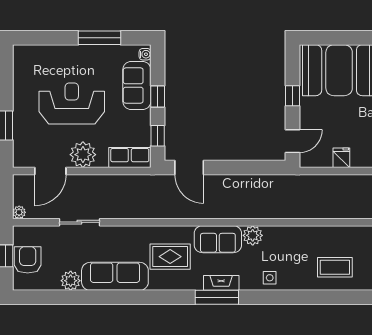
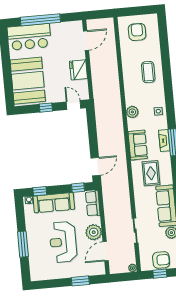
window: (100, 38) -> (23, 244), moved
sofa: (137, 86) -> (54, 203), width x1.36
window: (158, 96) -> (40, 191), moved
fridge: (341, 158) -> (78, 70), width x1.88, depth x1.34
door: (50, 171) -> (106, 251), swing flipped
plant: (253, 235) -> (132, 112), moved
armchair: (28, 260) -> (161, 260), turned 180

